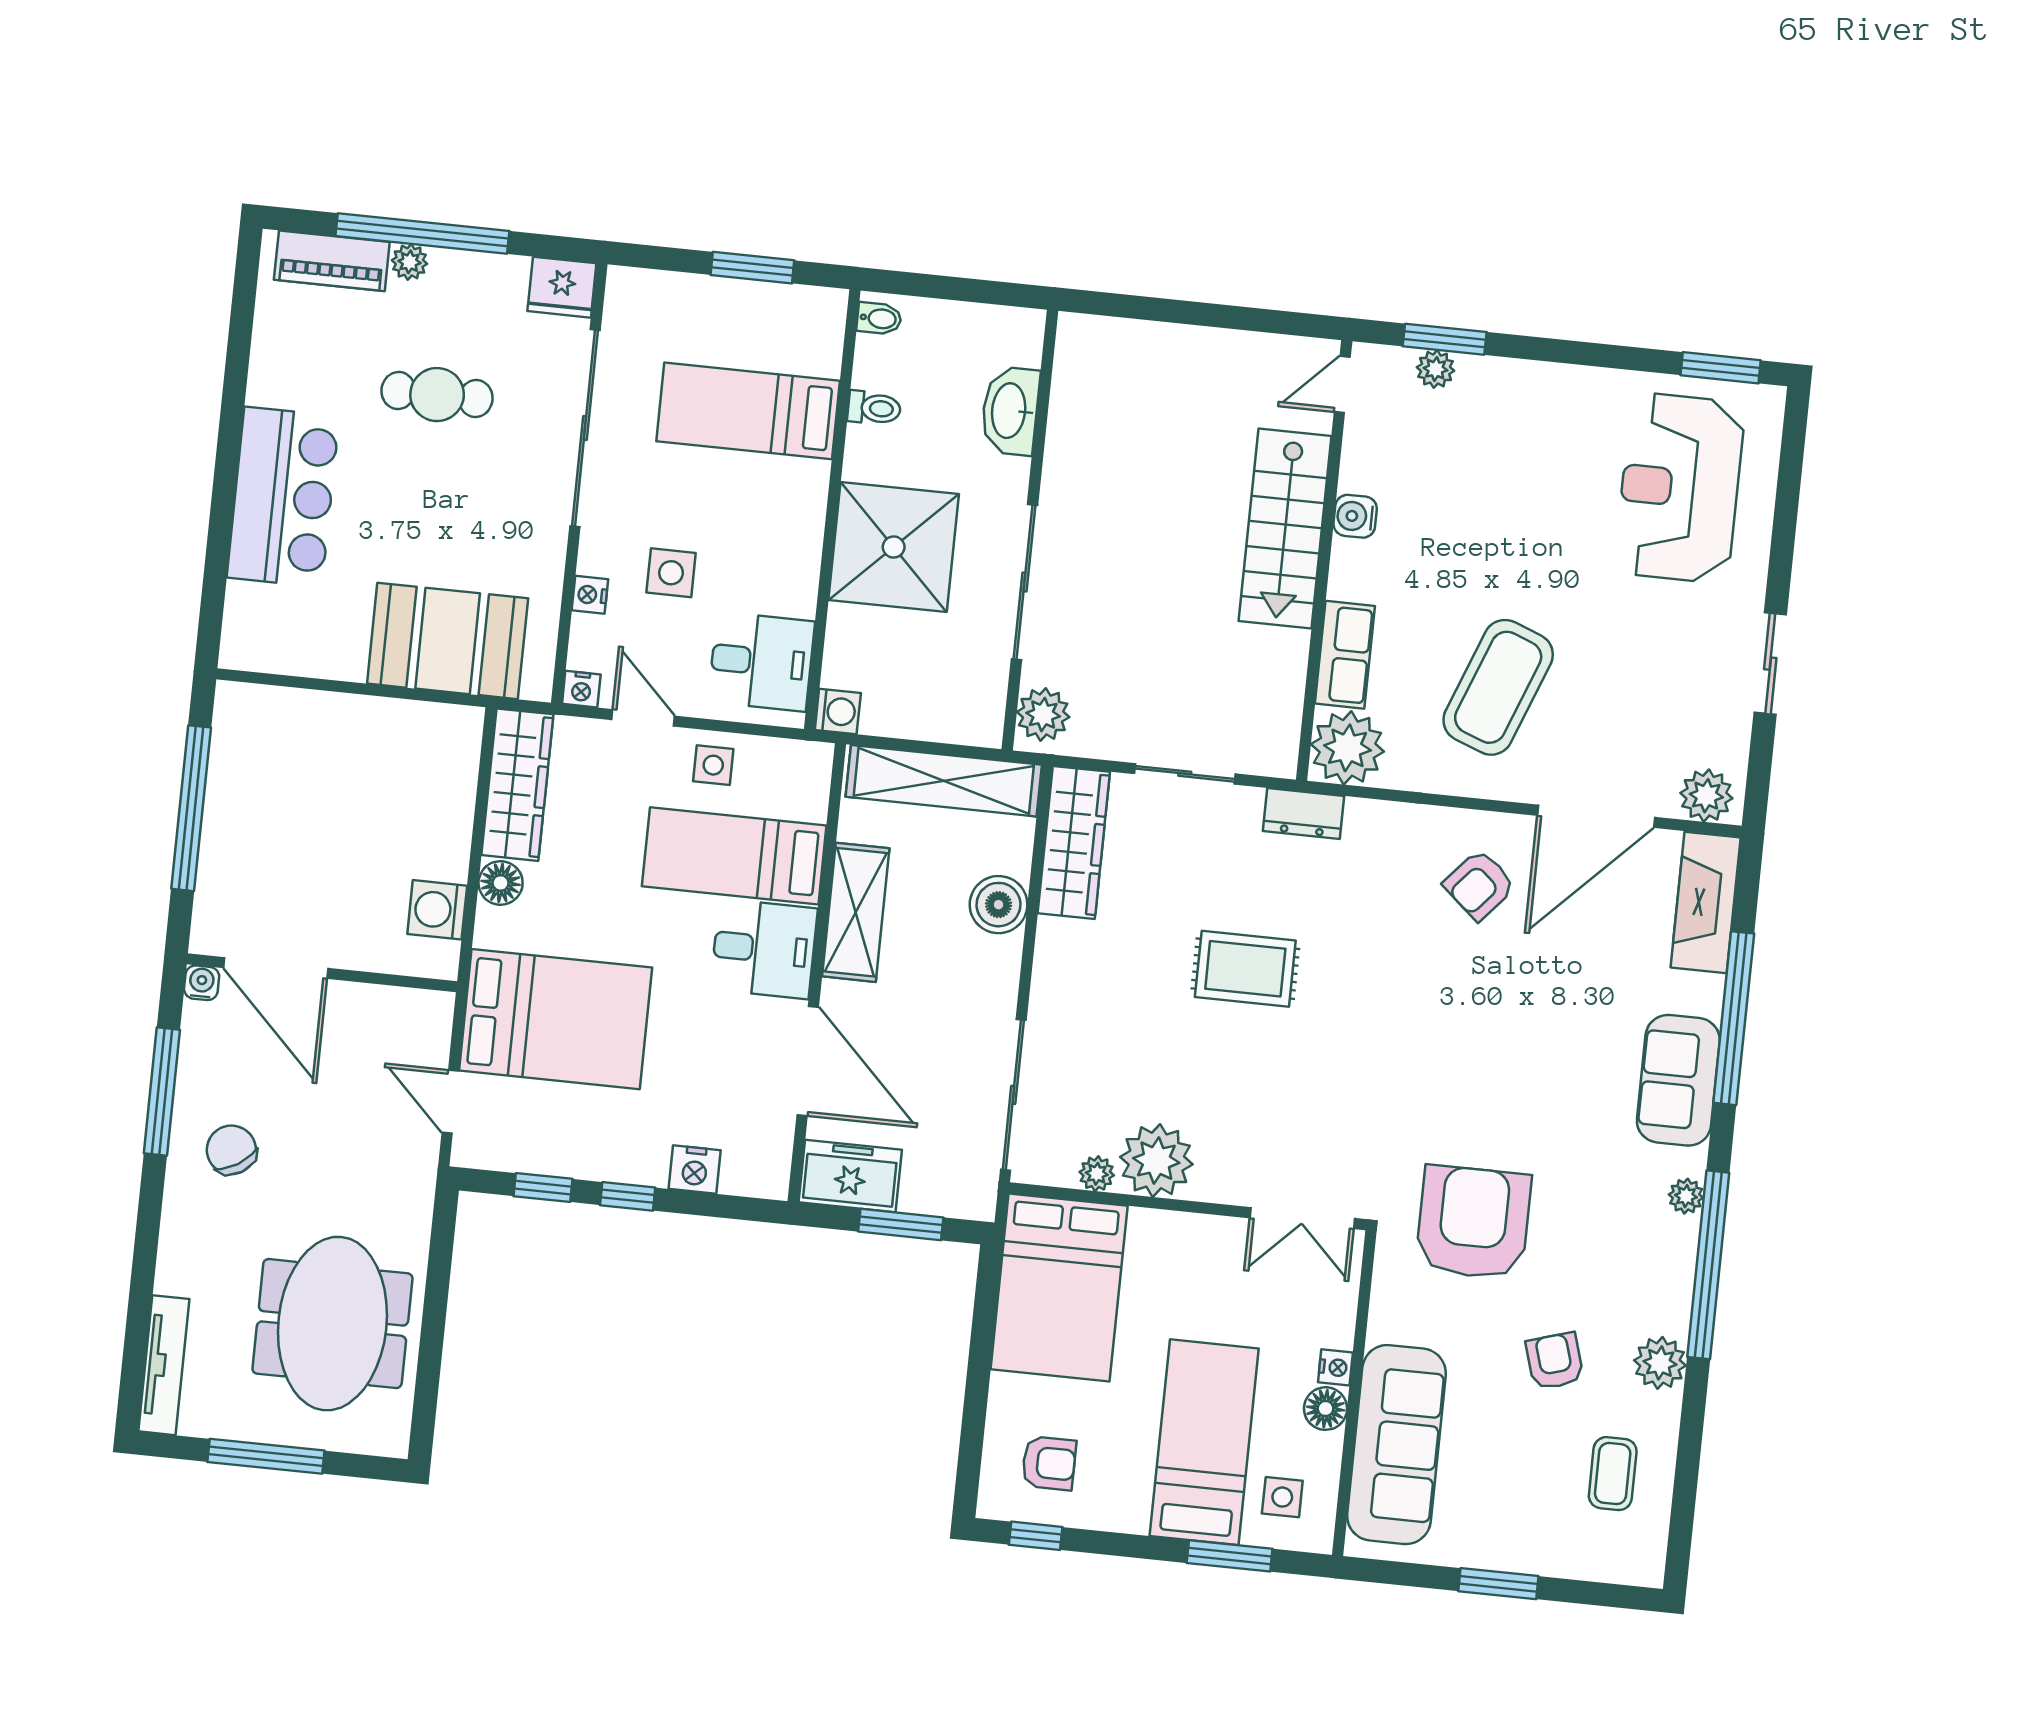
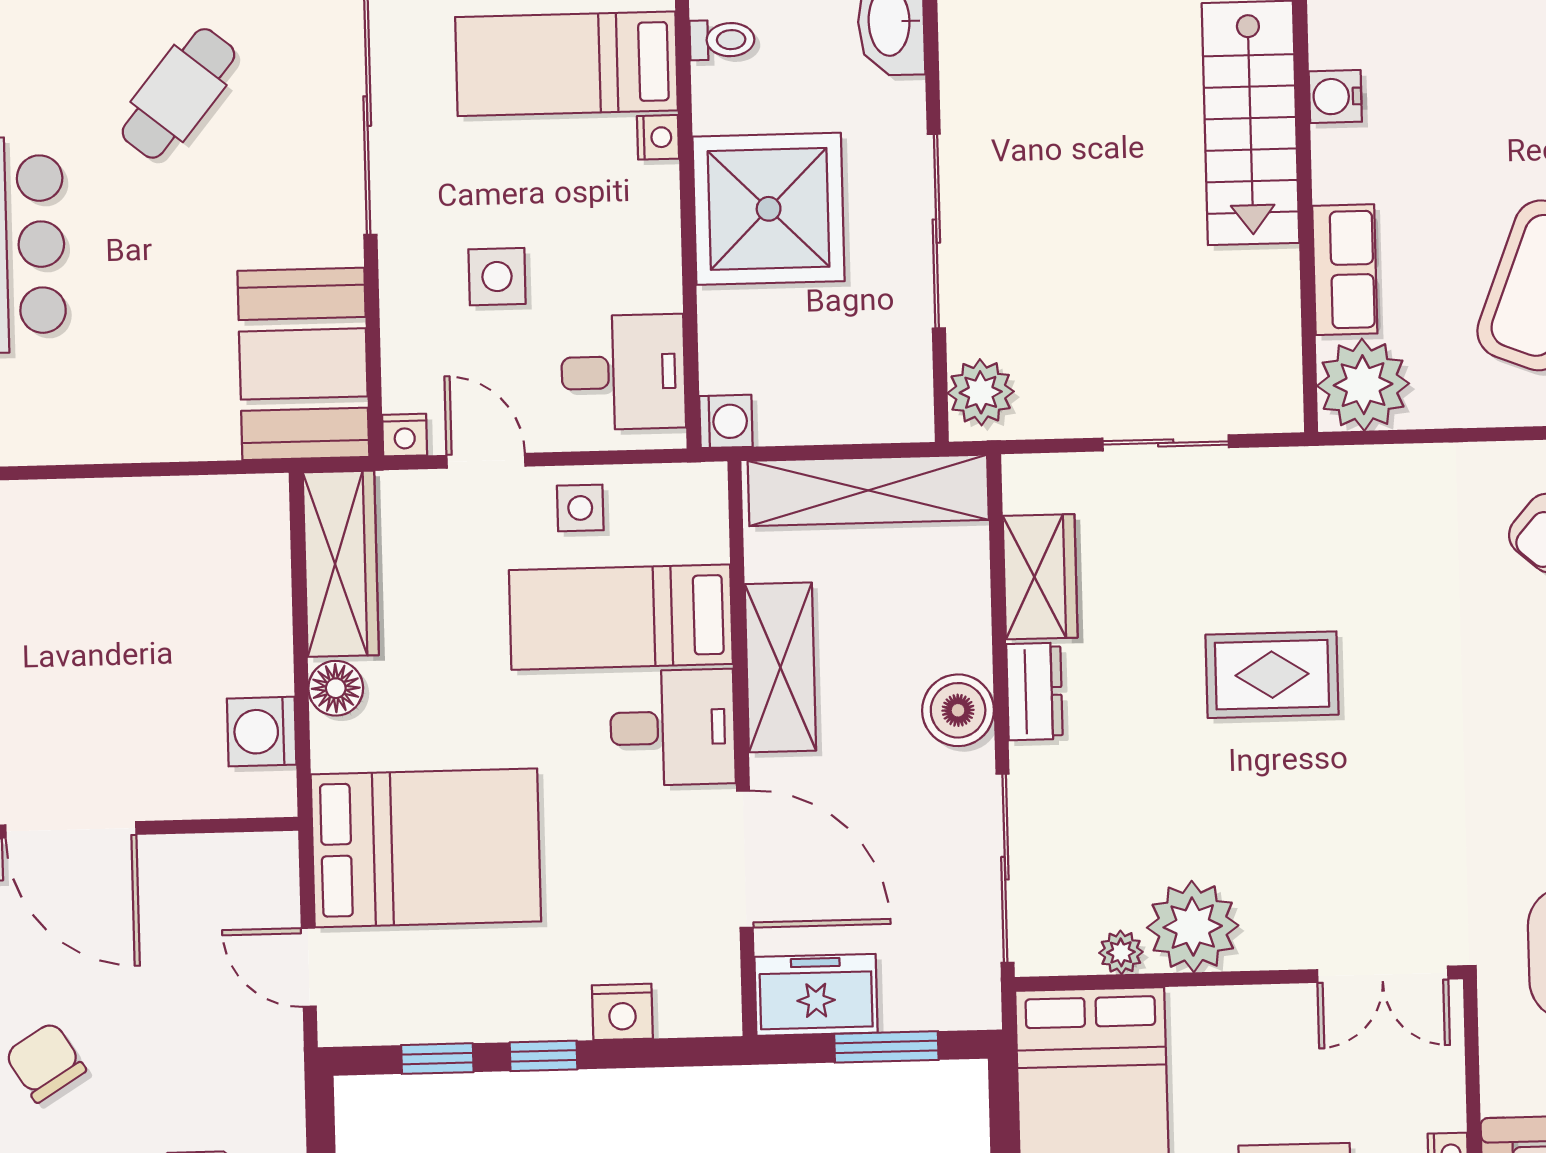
cafe table: (437, 395) -> (178, 93), turned -51
nightstand: (590, 595) -> (658, 137), moved, turned 180
booth: (448, 641) -> (303, 364), moved, turned 90
dresser: (1304, 813) -> (1034, 691), moved, turned -90
wardrobe: (1074, 842) -> (1040, 577), width x0.67
boiler: (999, 905) -> (958, 710), moved

